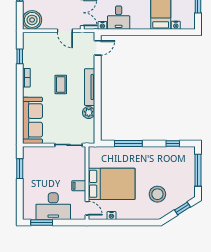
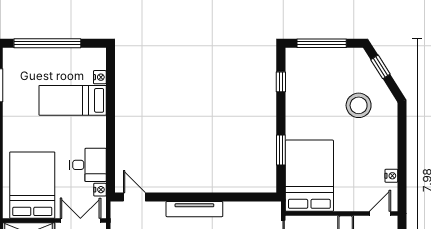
plant: (89, 113) -> (233, 211), removed
window: (128, 143) -> (281, 150), width x0.69
bed: (112, 184) -> (309, 176), moved

